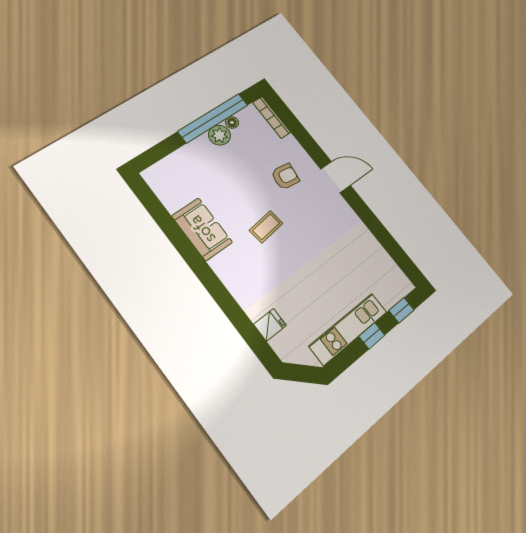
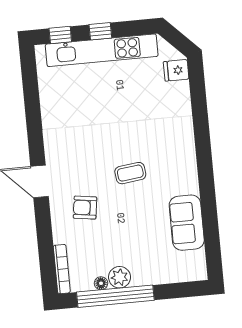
sofa: (202, 229) -> (187, 223), moved
fridge: (270, 325) -> (176, 70), moved
kitchen unit: (348, 329) -> (102, 50), width x1.36

